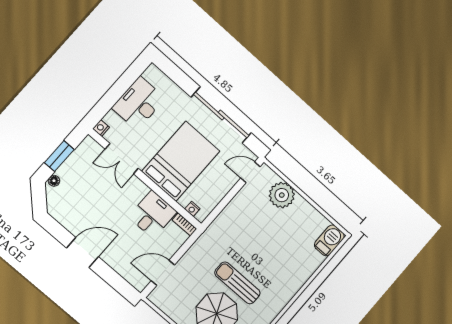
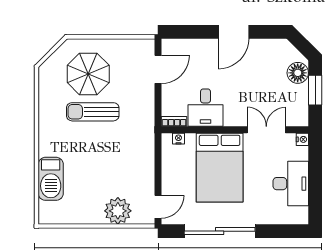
floor lamp: (54, 181) -> (298, 73), width x1.89, depth x1.89
barbecue: (329, 240) -> (51, 179), moved, width x1.37, depth x1.21
sun lounger: (237, 283) -> (93, 112), turned 180

